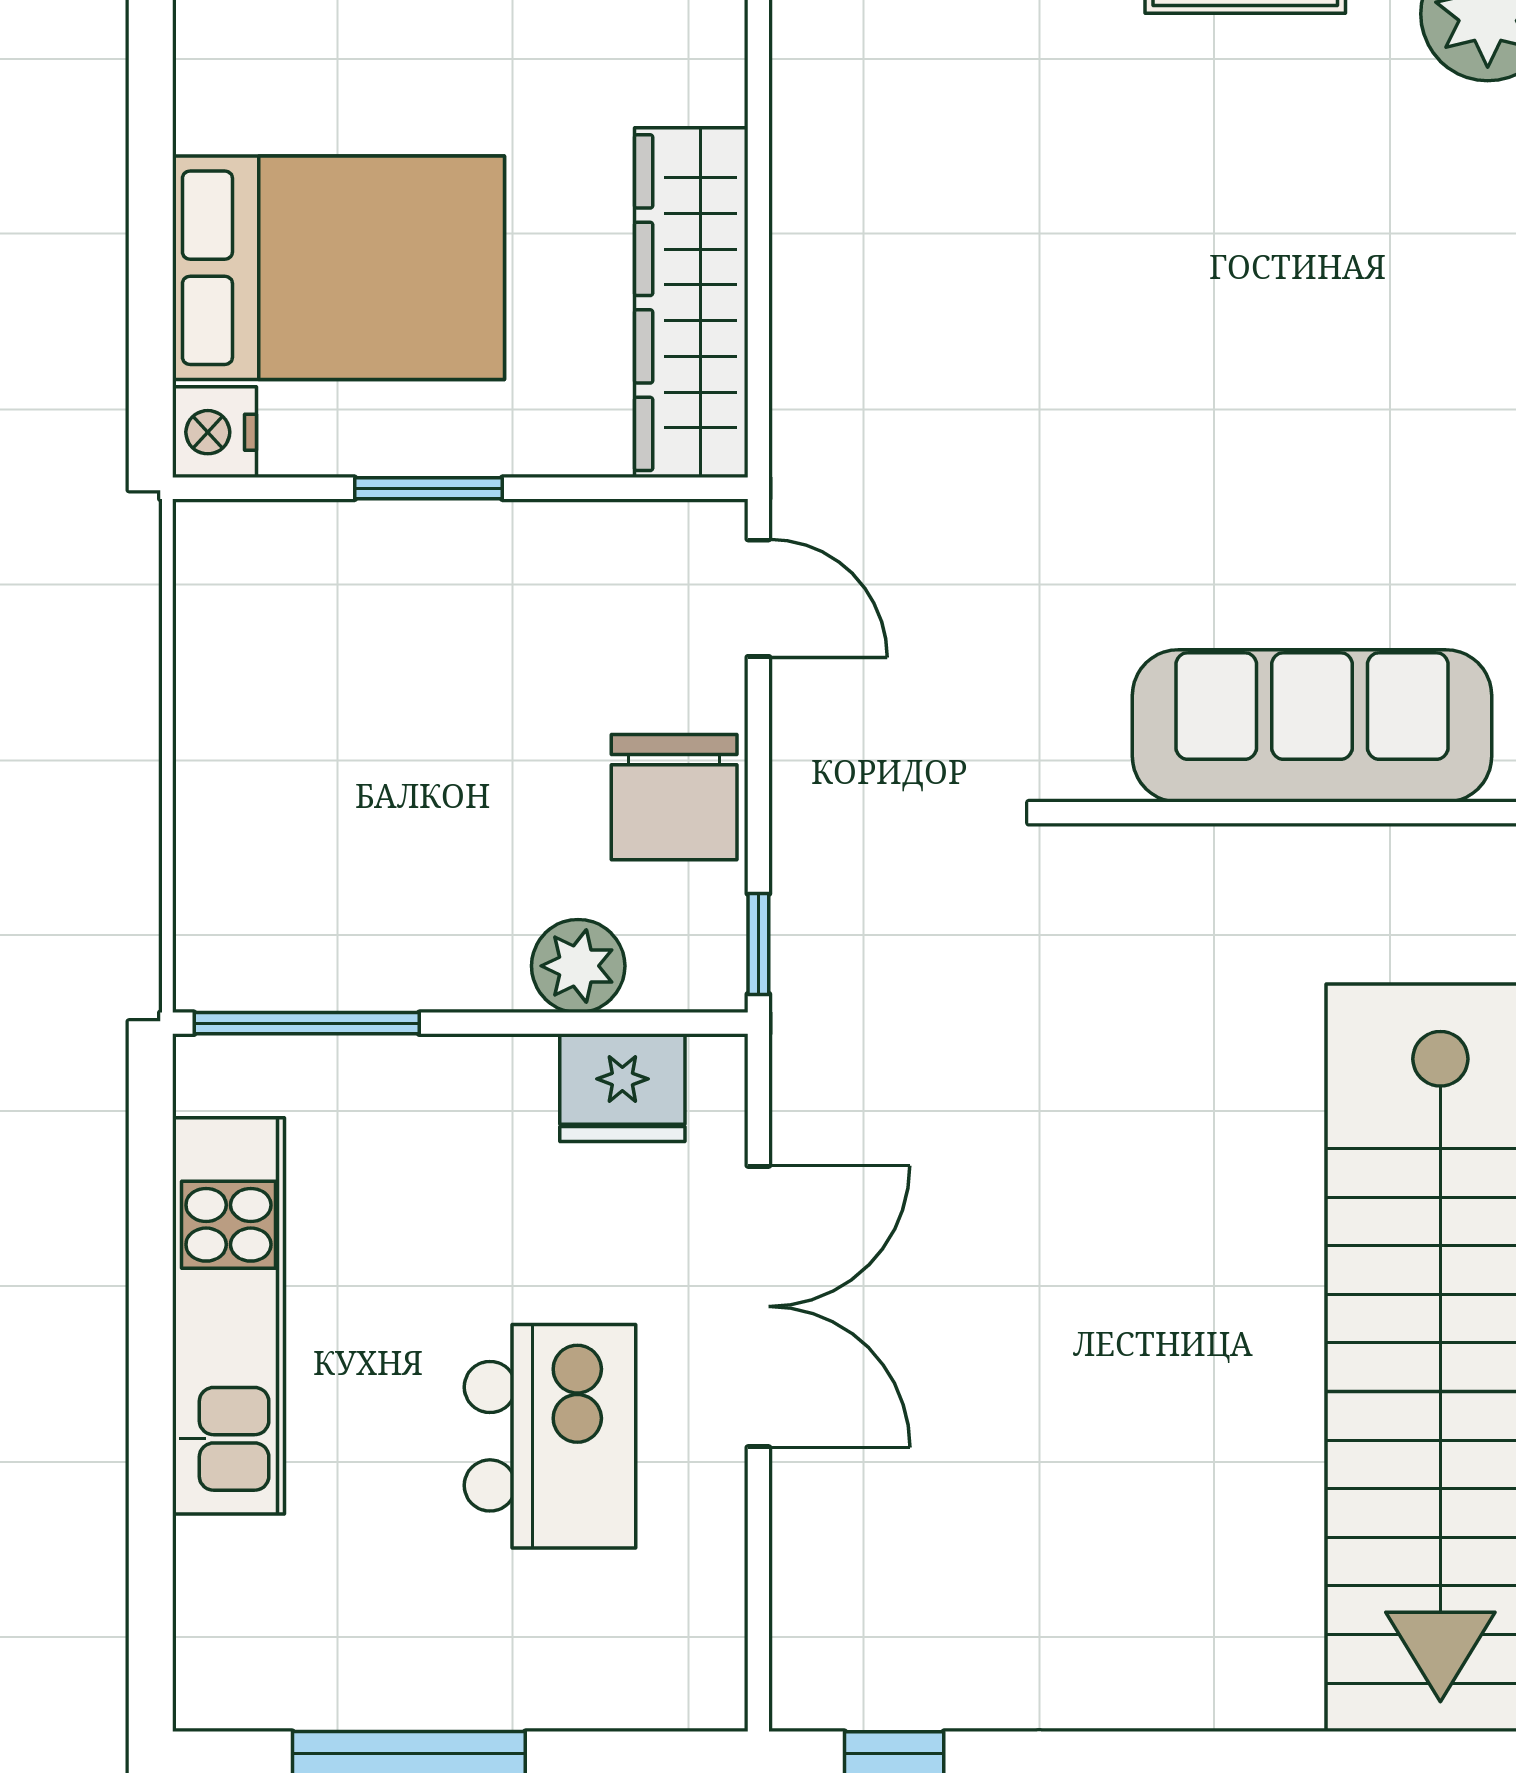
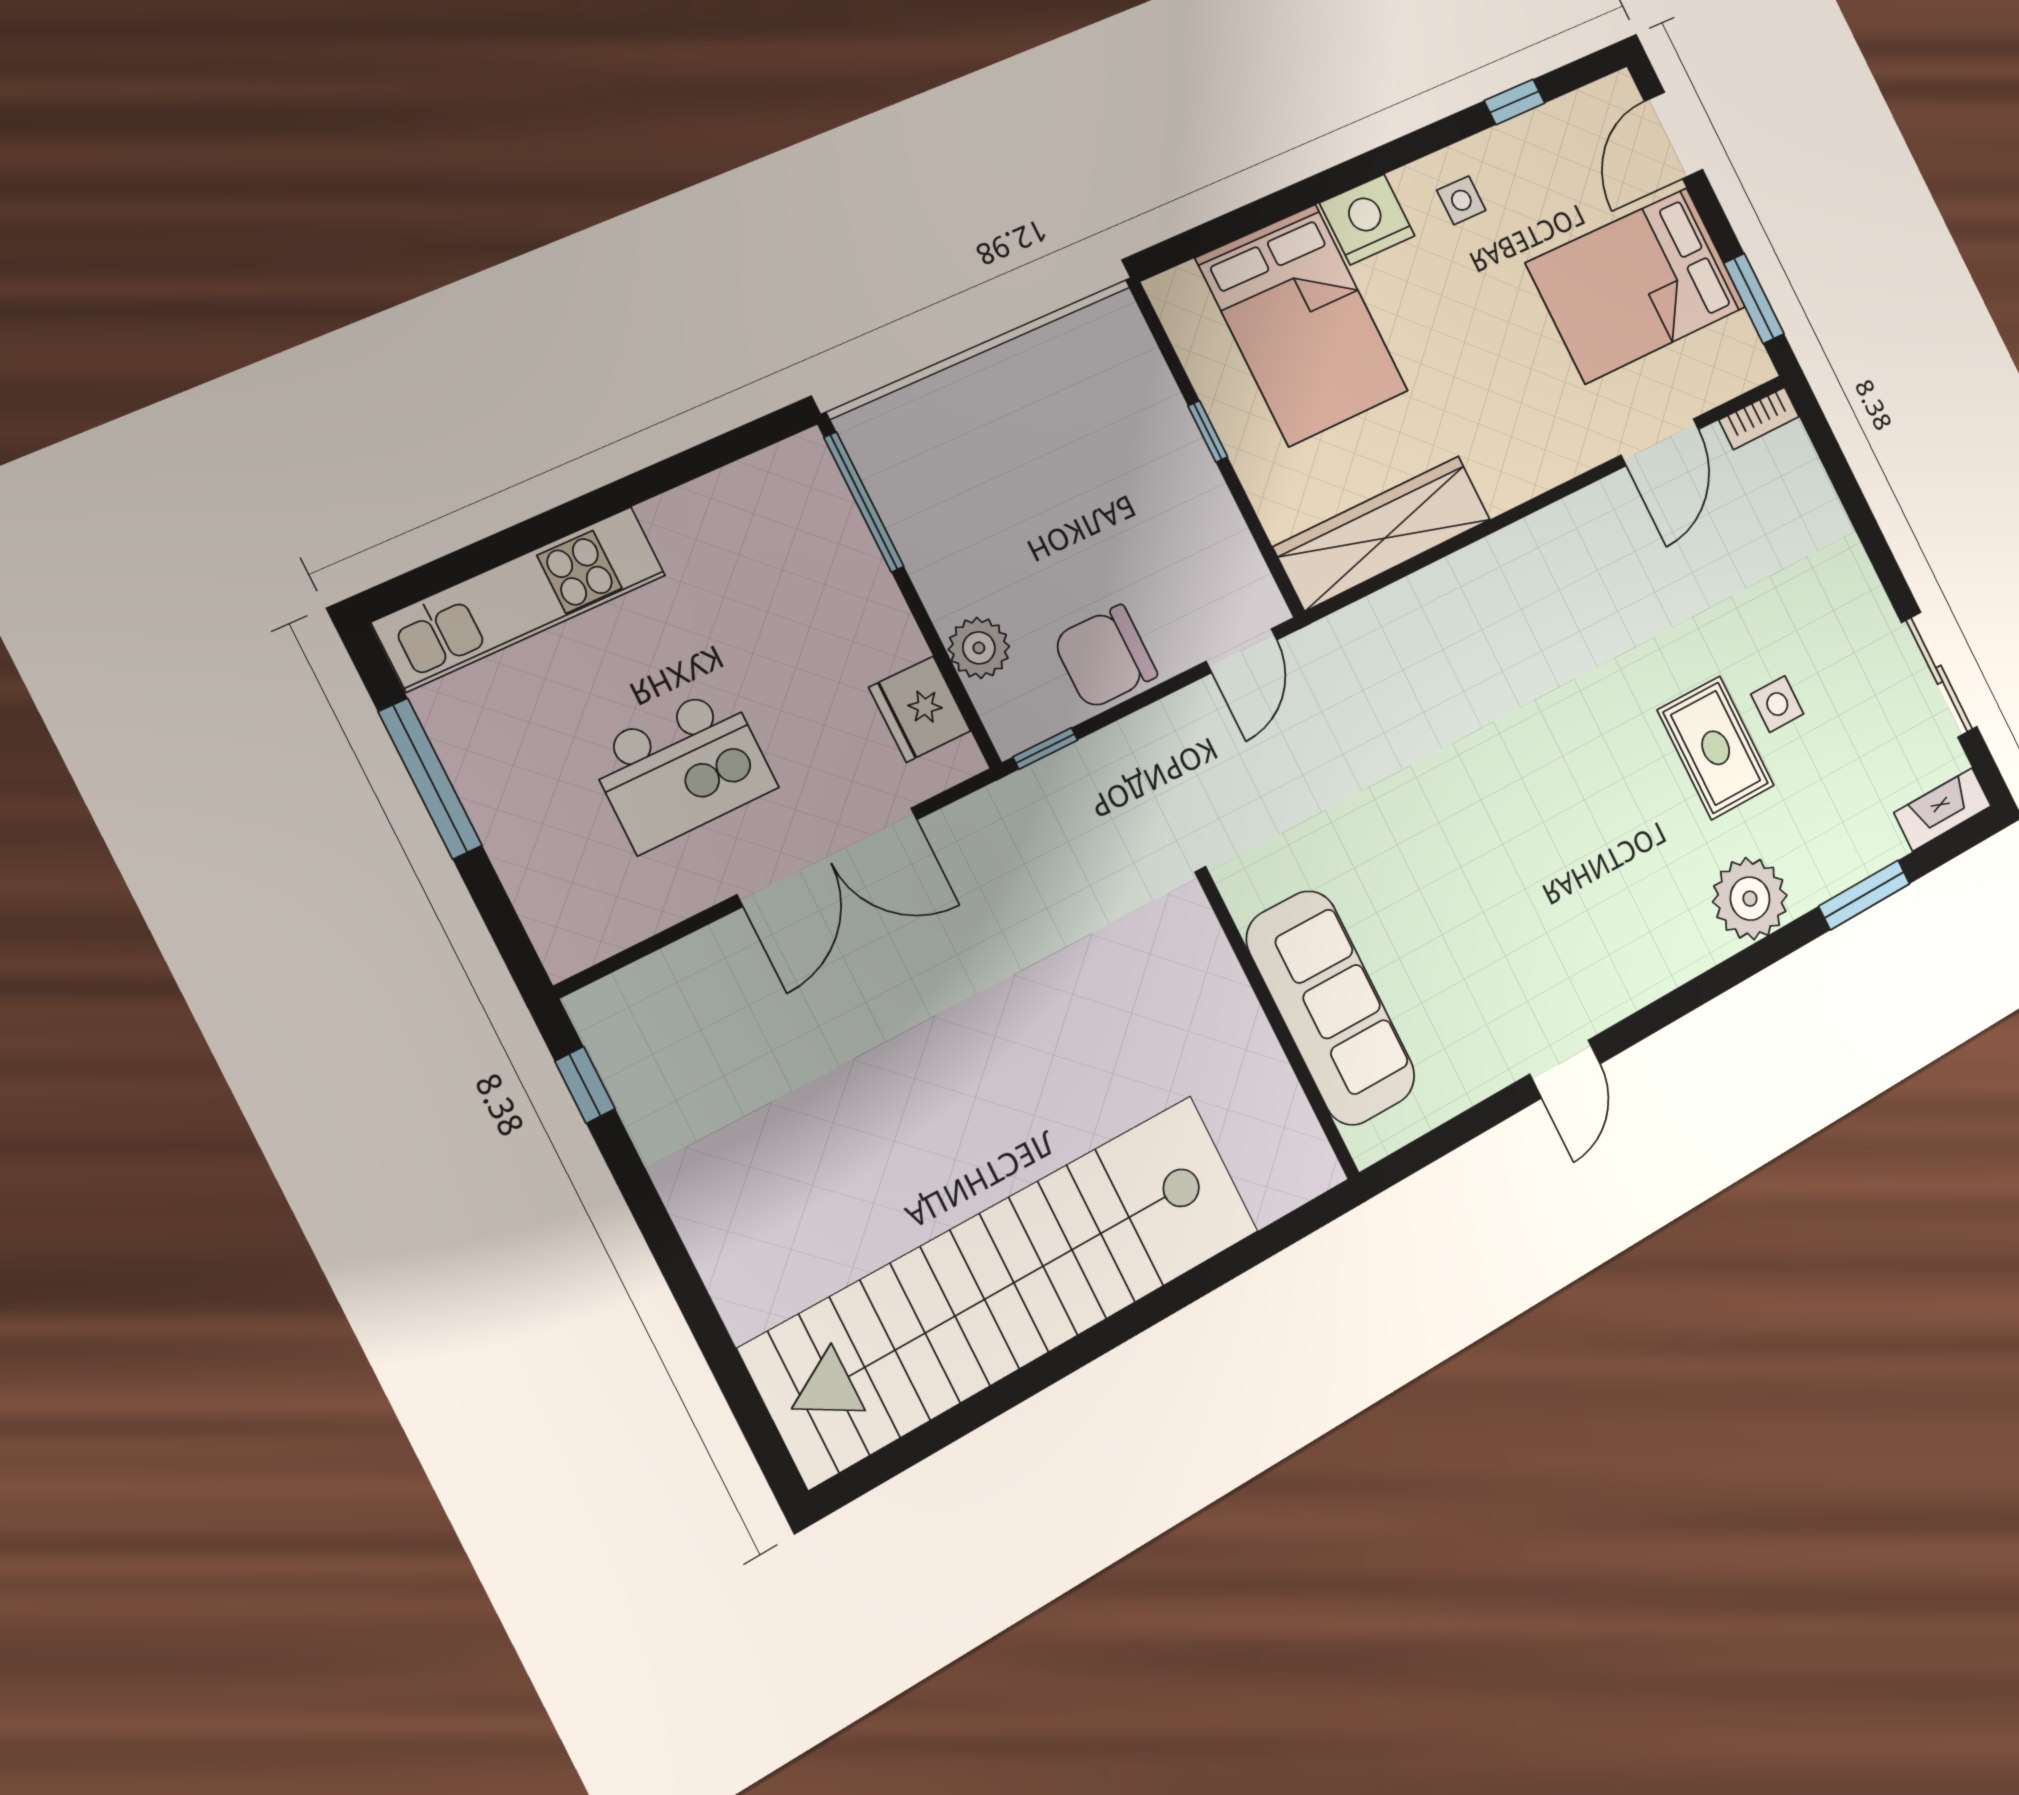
nightstand: (214, 432) -> (1367, 219), moved, width x1.36, depth x1.33
window: (429, 488) -> (1208, 431), width x0.67
kitchen unit: (228, 1316) -> (520, 598), moved

